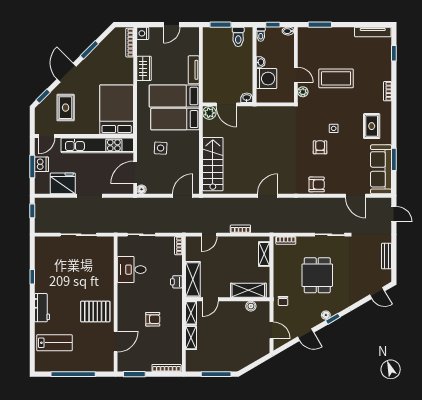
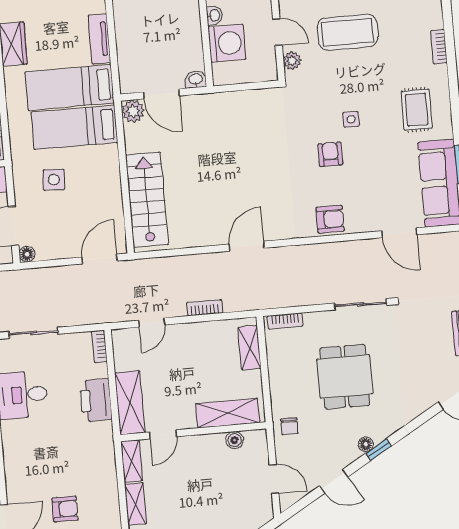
printer: (176, 282) -> (96, 400), width x1.87, depth x1.48
armchair: (153, 319) -> (65, 509), moved

